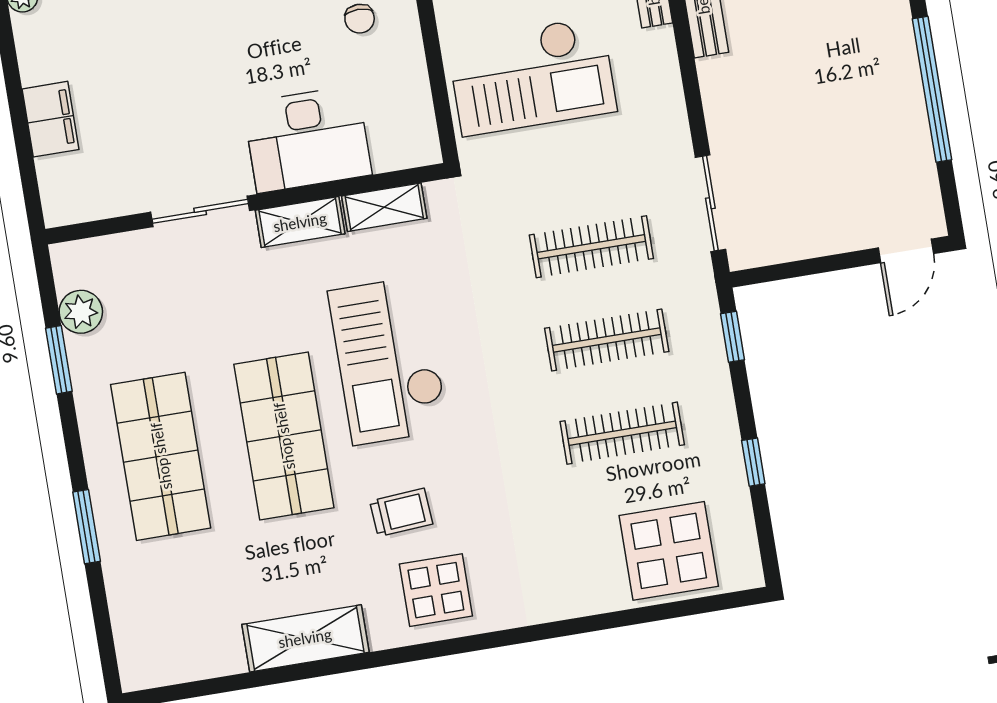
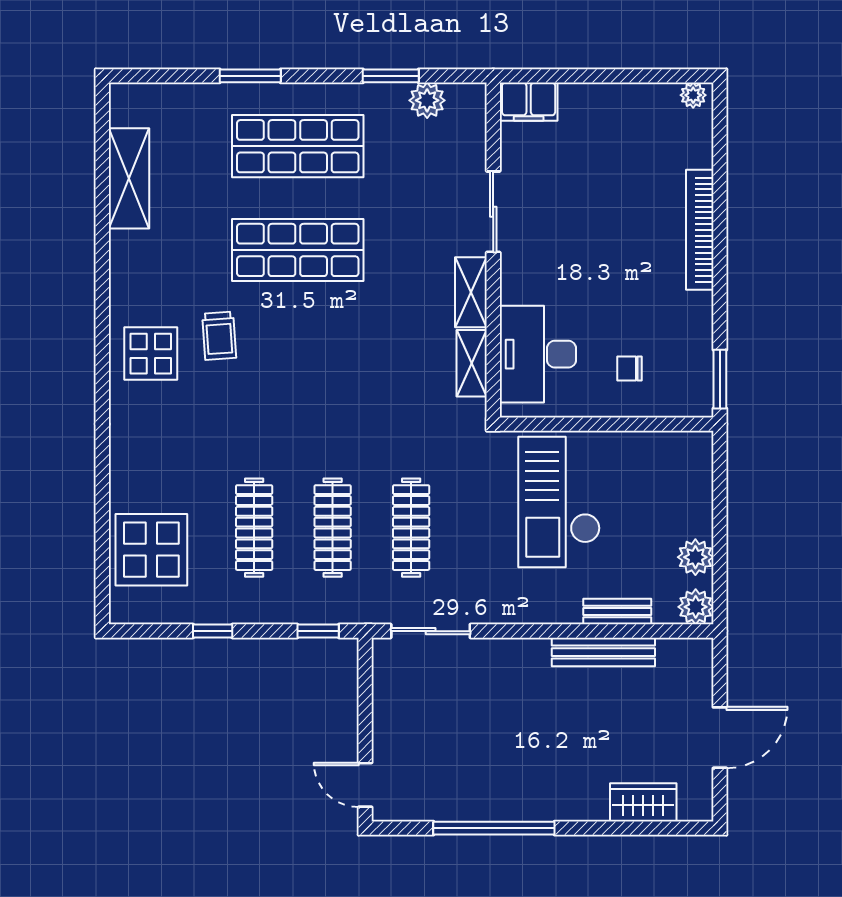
filing cabinet: (51, 119) -> (529, 102), moved
desk: (307, 139) -> (538, 354), moved
checkout: (388, 361) -> (345, 346), removed
shelving: (305, 638) -> (129, 178), moved

